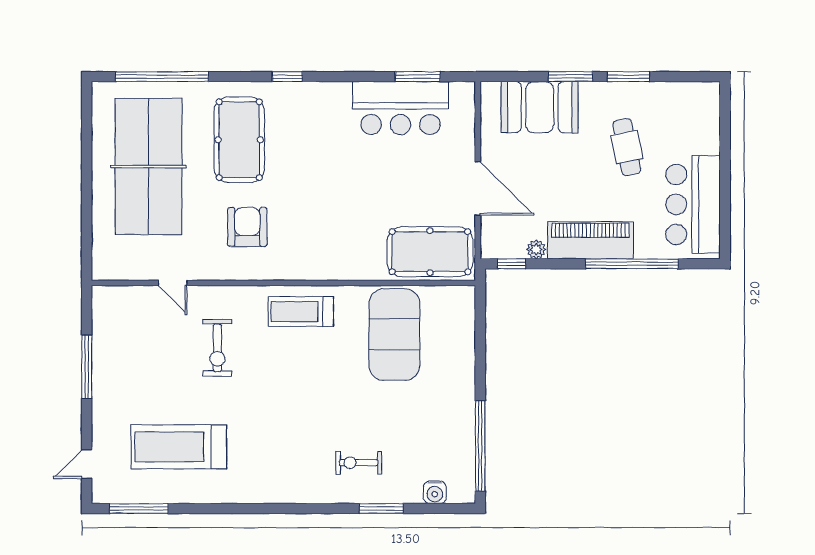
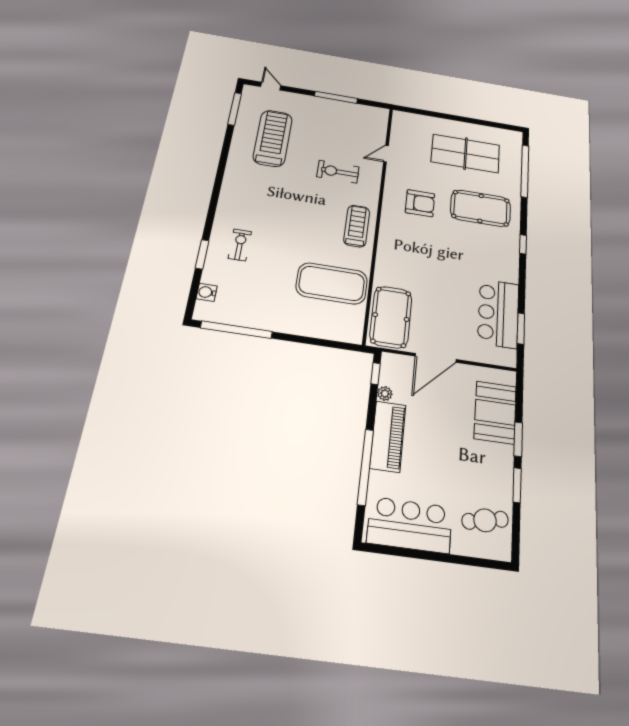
cafe table: (627, 147) -> (485, 520), moved
table tennis table: (149, 167) -> (466, 153), width x0.73, depth x0.76

